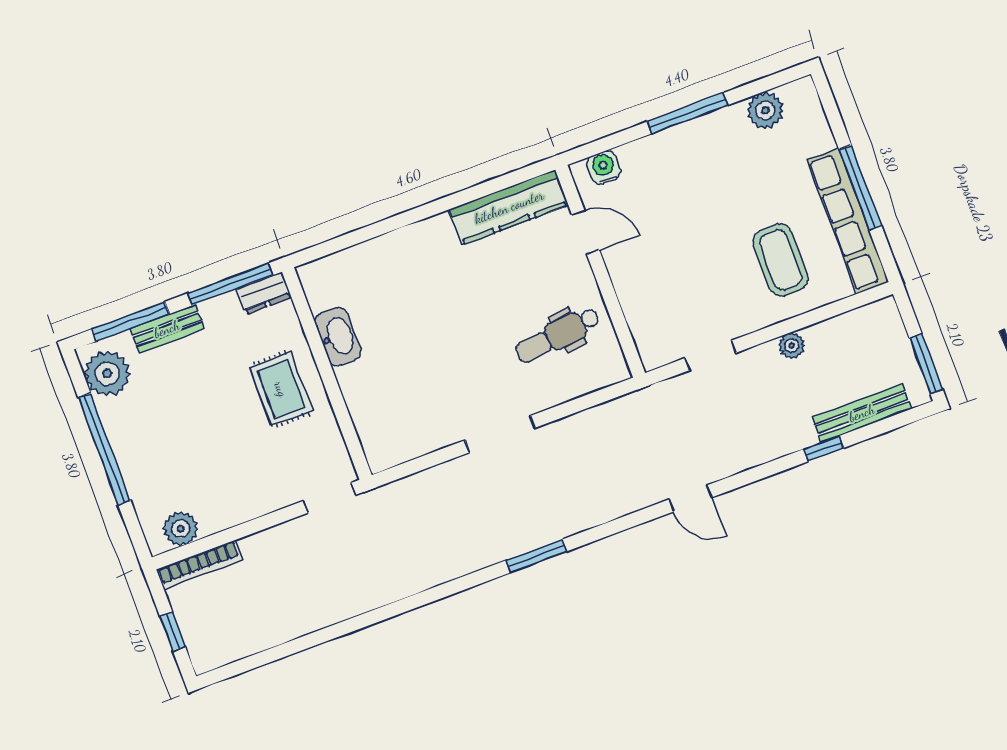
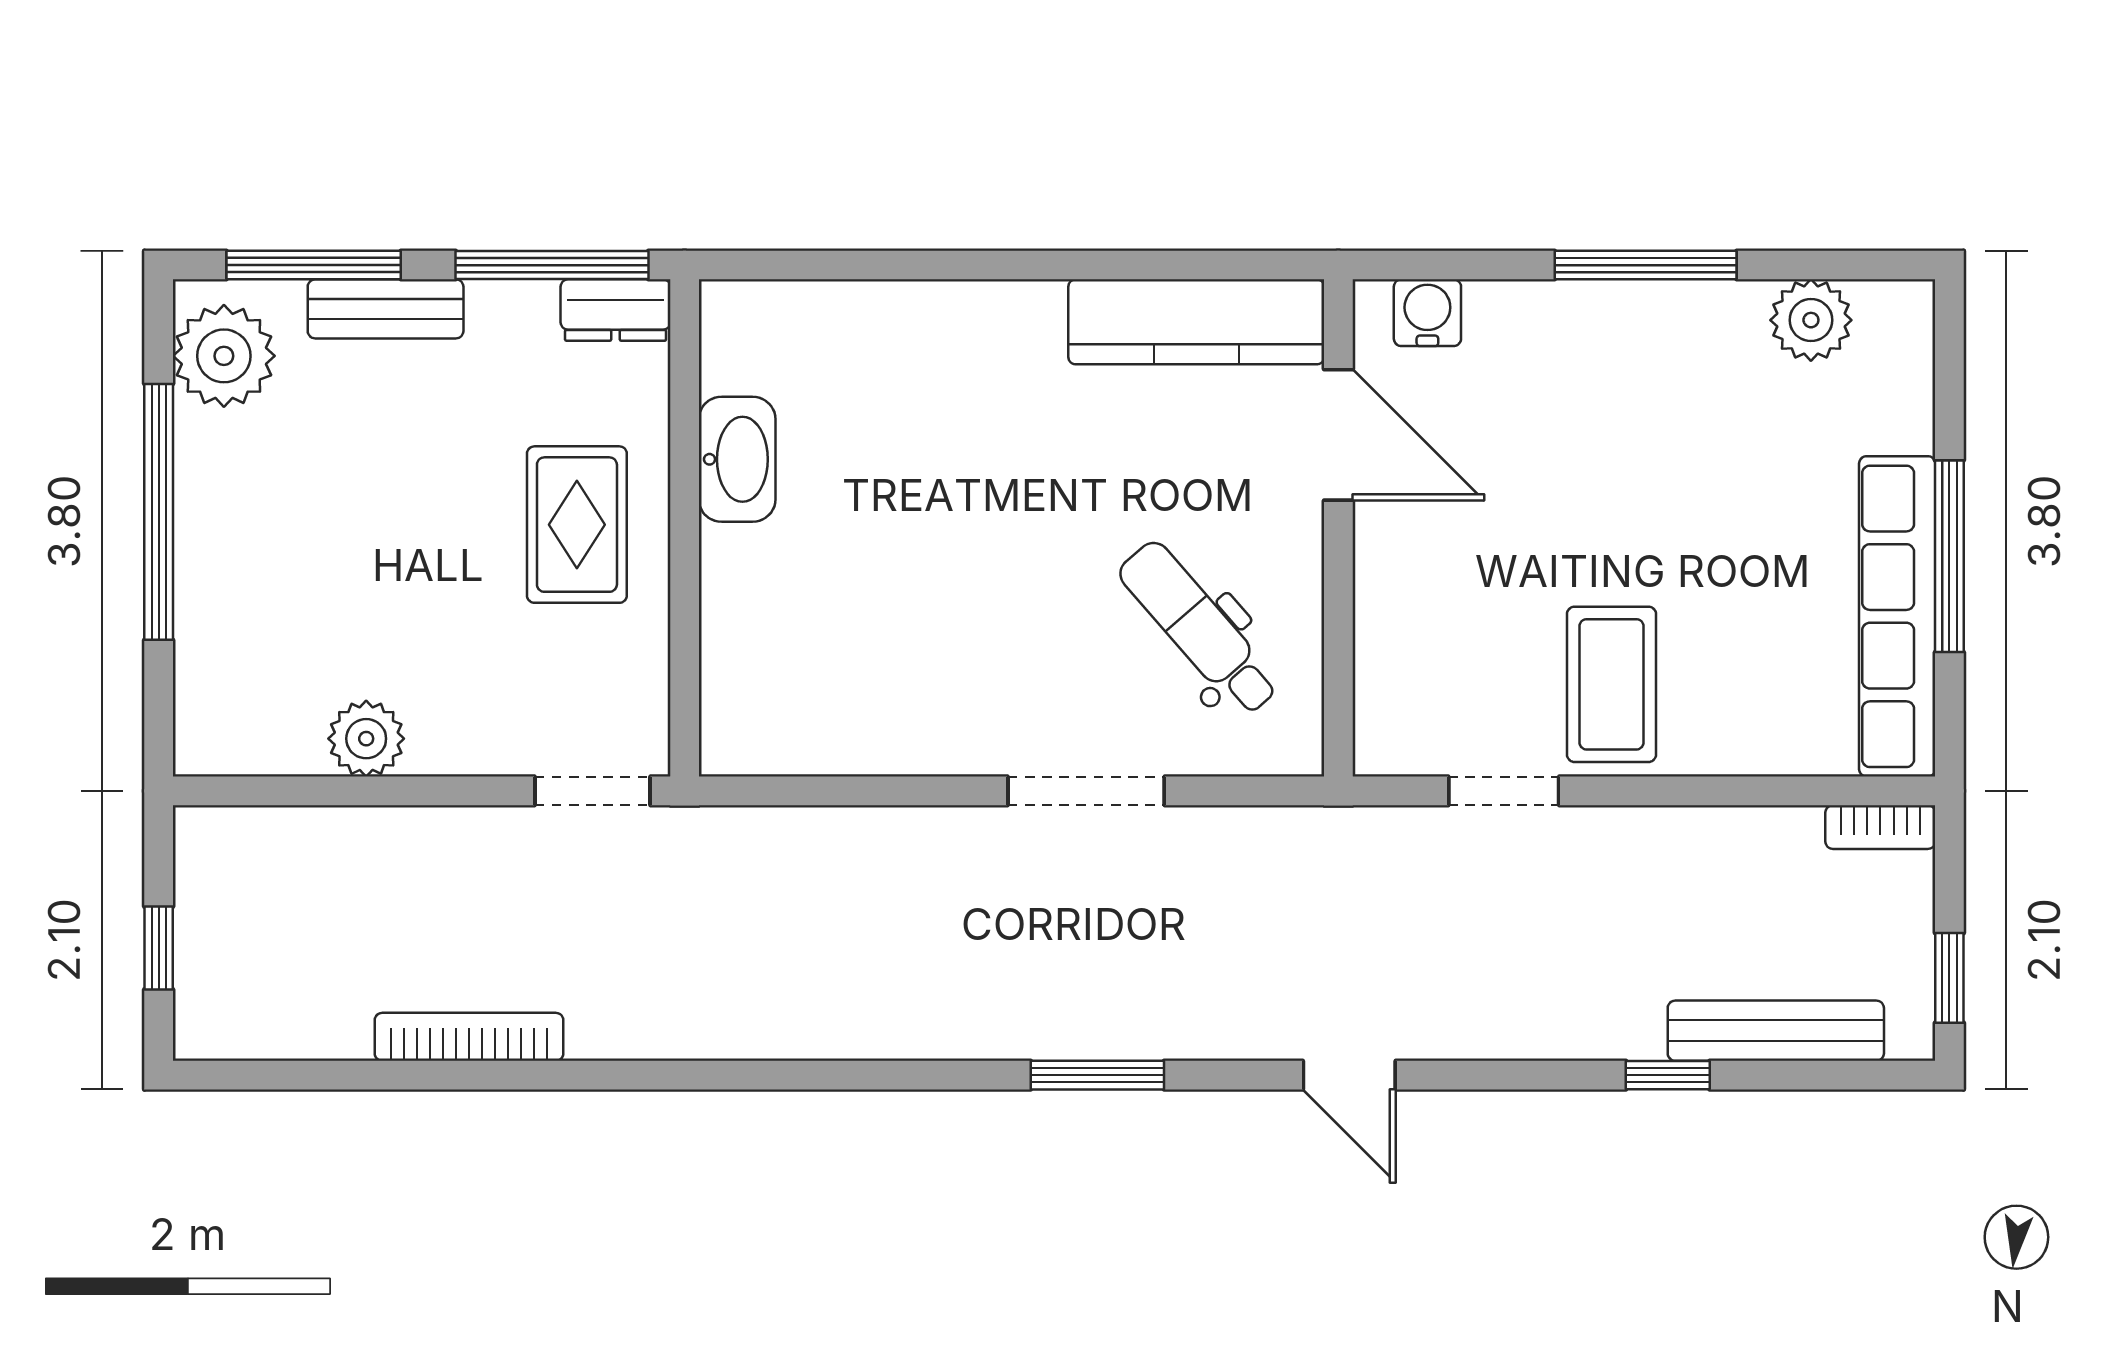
door: (586, 232) -> (1338, 435), width x1.38
coffee table: (781, 260) -> (1611, 684), moved
bookcase: (874, 312) -> (1880, 827), added
dental chair: (558, 335) -> (1199, 628), turned 56
plant: (792, 346) -> (1682, 834), removed
window: (926, 364) -> (1949, 978), width x0.67
doorway: (500, 434) -> (1086, 791), moved
plant: (181, 529) -> (366, 739), moved
window: (536, 556) -> (1097, 1075), moved
bookcase: (199, 565) -> (469, 1037), moved, turned 180

